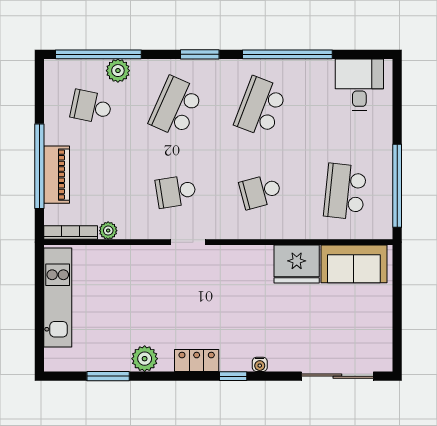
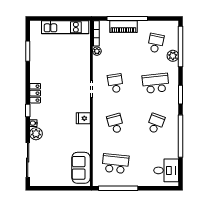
school desk: (176, 107) -> (156, 83), turned -30
school desk: (260, 107) -> (156, 123), width x0.54
fridge: (297, 264) -> (83, 118), moved, width x0.53, depth x0.75
plant: (145, 359) -> (36, 134), moved

